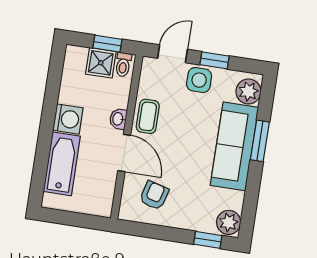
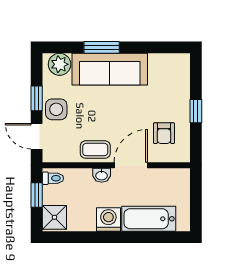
shower: (101, 63) -> (54, 217), moved
armchair: (154, 195) -> (164, 133), turned -105
plant: (229, 222) -> (178, 64), removed
window: (208, 240) -> (196, 111), moved

